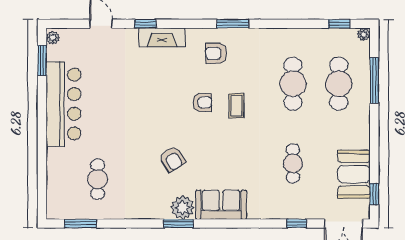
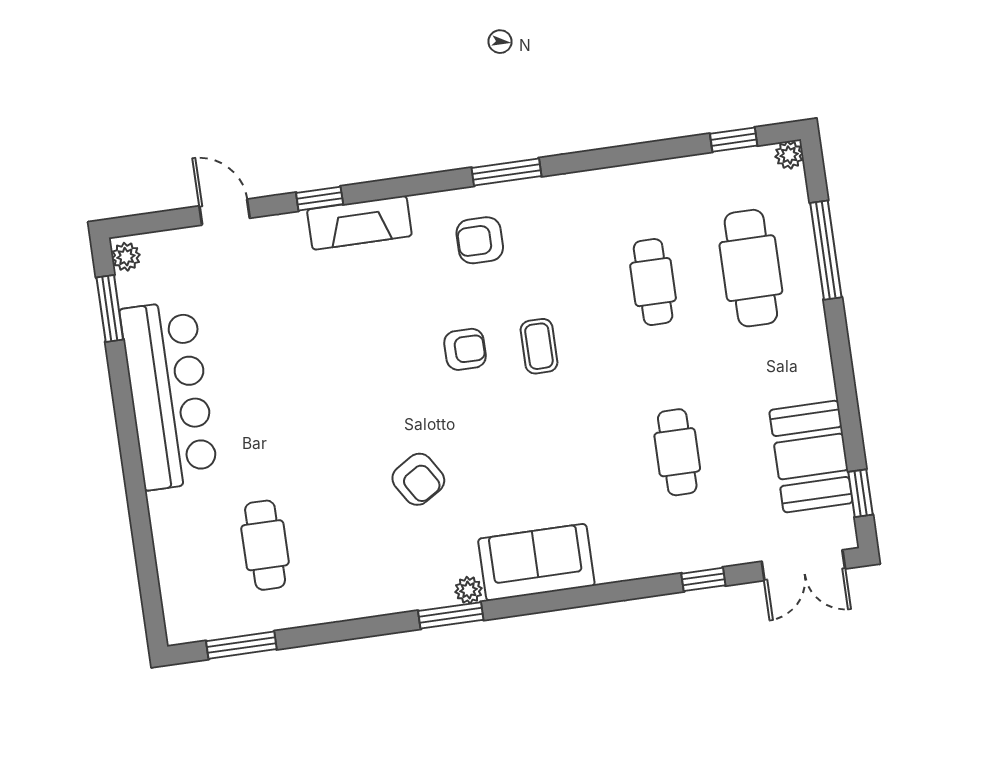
cafe table: (293, 84) -> (653, 282), width x0.73, depth x0.74
plant: (183, 208) -> (469, 590), width x0.53, depth x0.53

